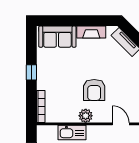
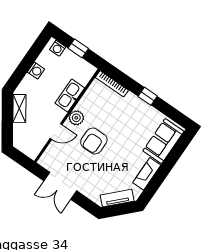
armchair: (94, 90) -> (94, 141), turned -90
door: (121, 124) -> (56, 132), moved

